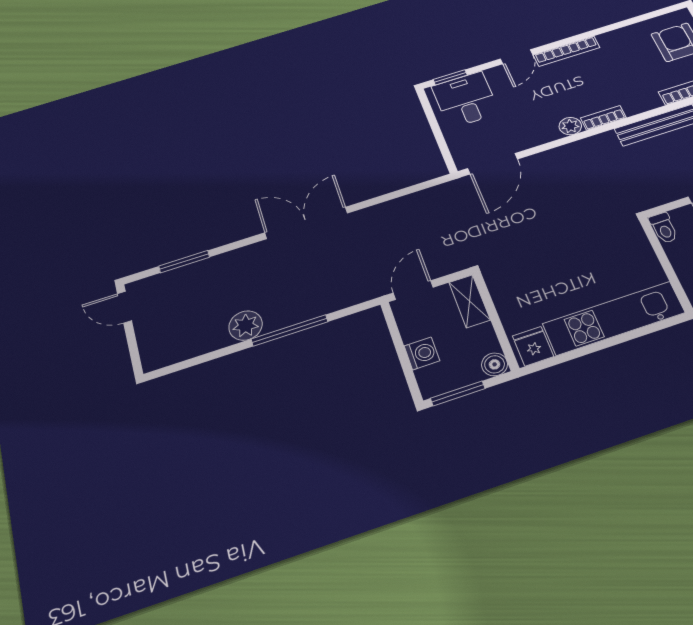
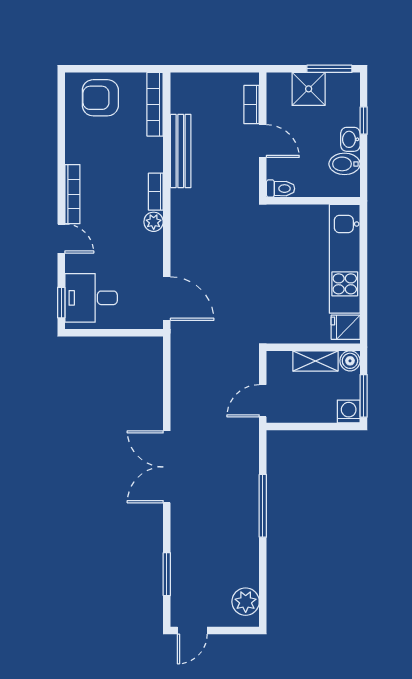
door: (413, 290) -> (263, 401), hinge flipped
shelving: (469, 301) -> (315, 361), moved
plant: (246, 326) -> (246, 602), moved
washing machine: (422, 353) -> (349, 411), moved

